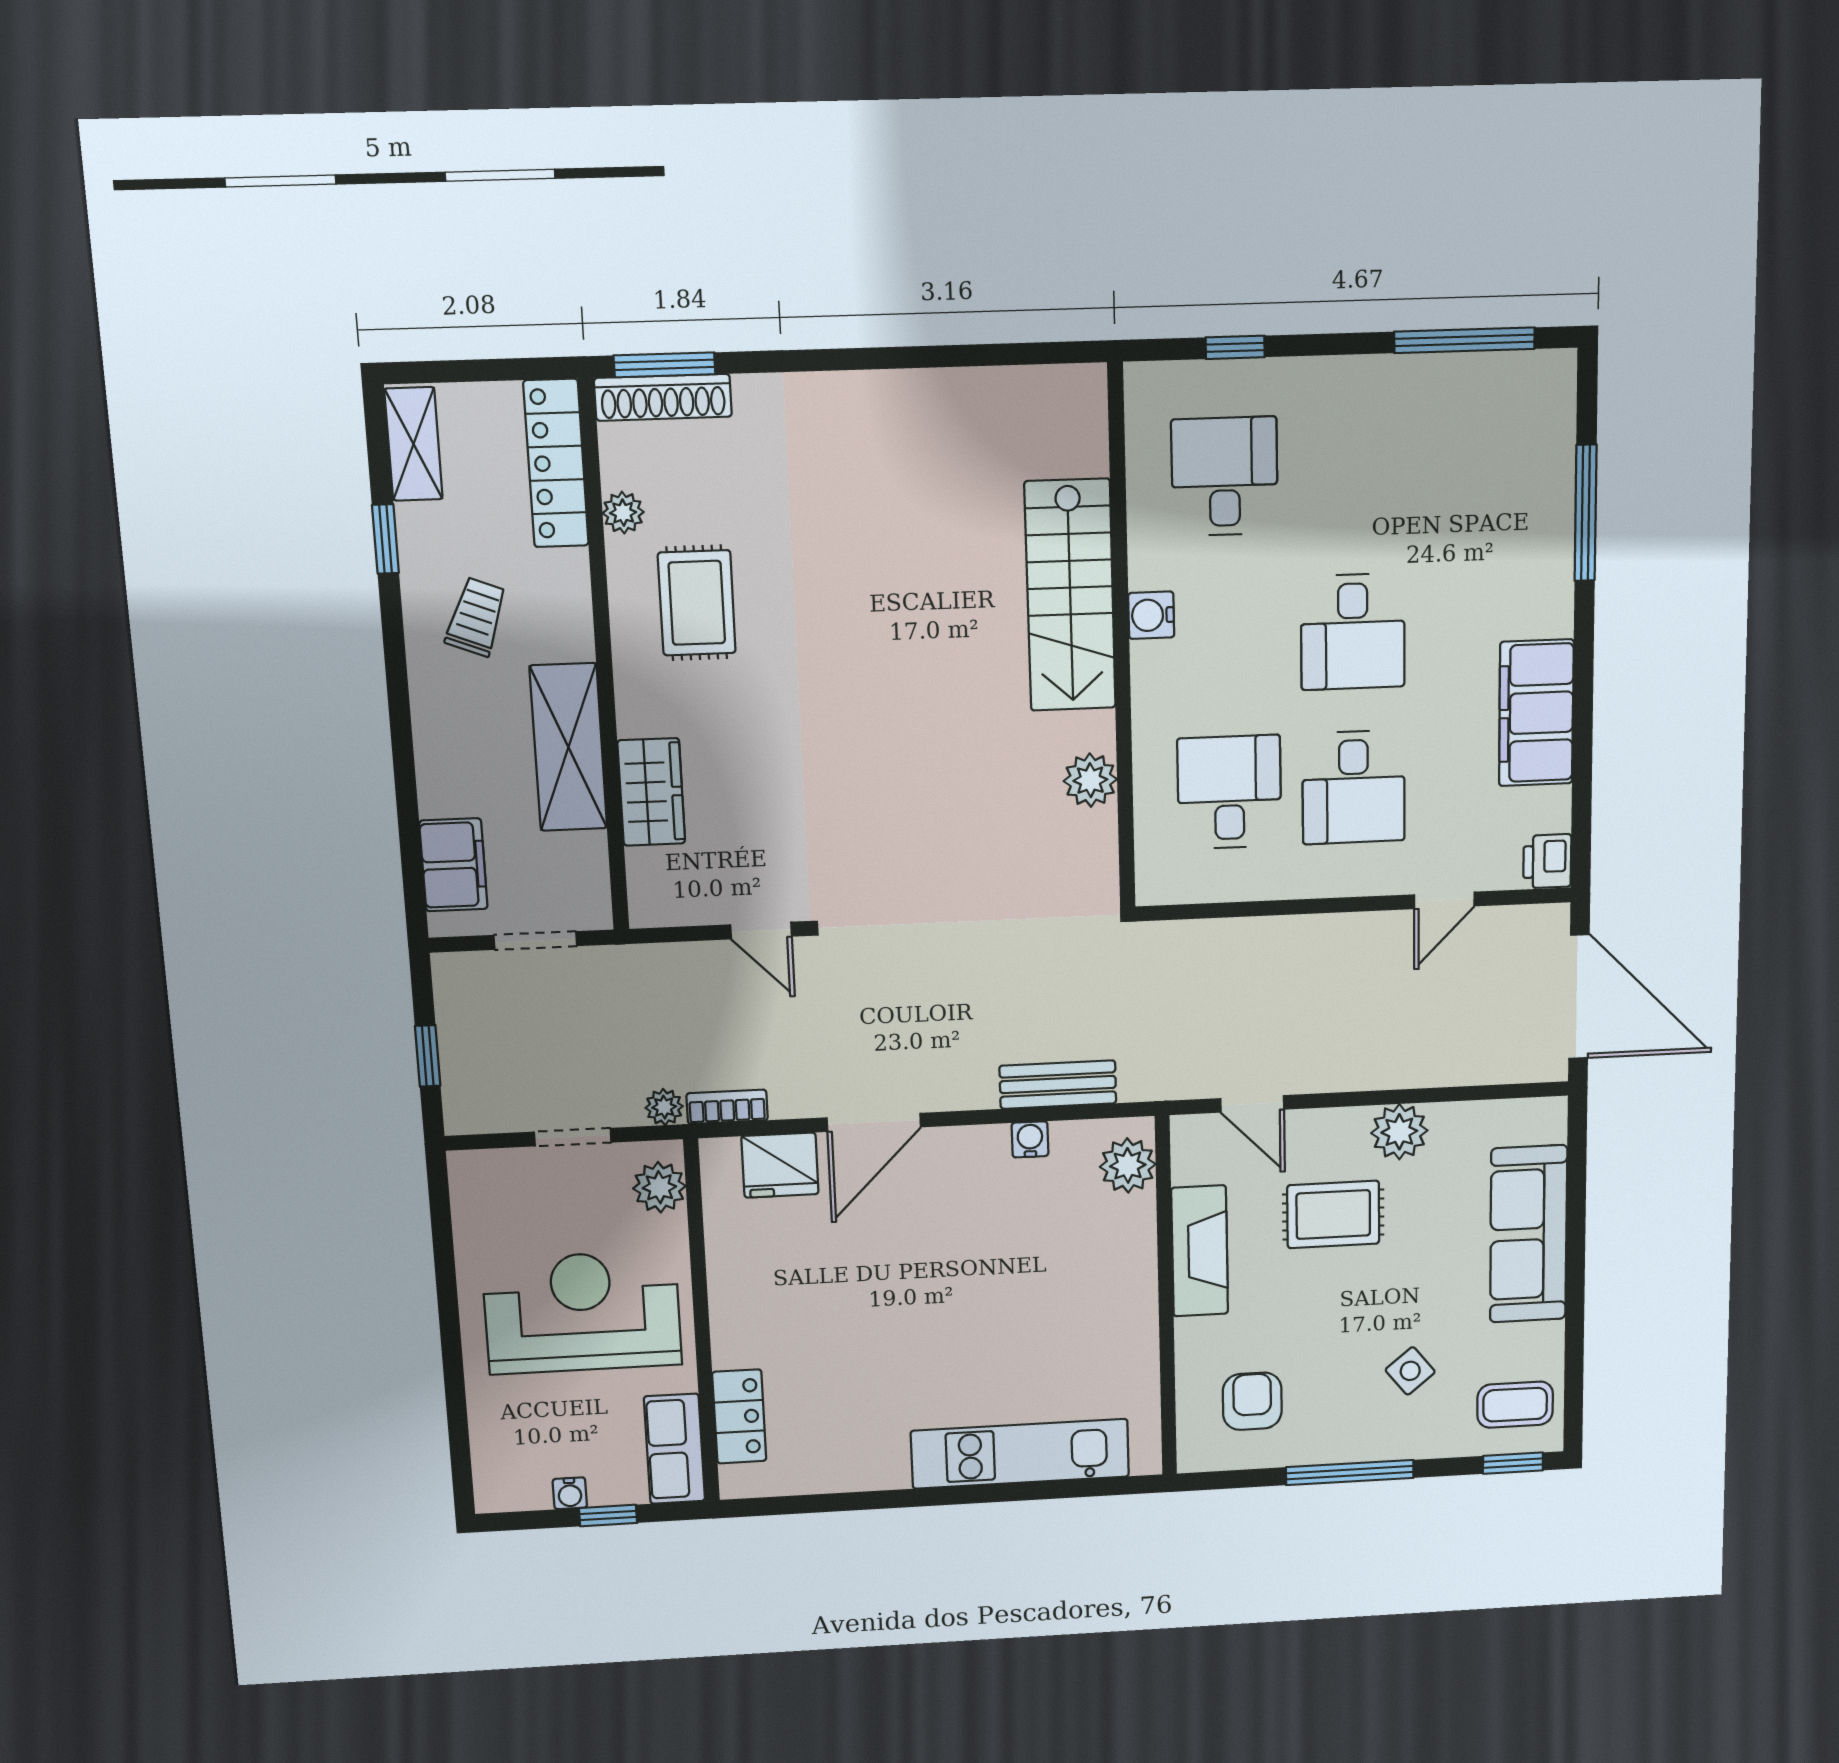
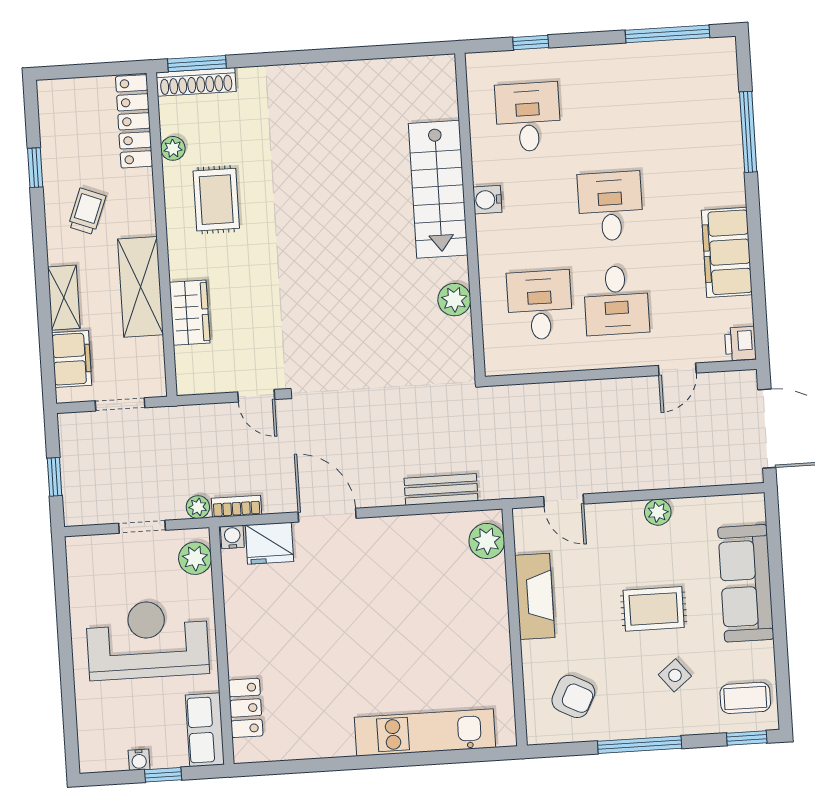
shelving: (414, 444) -> (64, 298), moved
desk: (1353, 632) -> (610, 206), turned 180
door: (874, 1122) -> (327, 515), swing flipped
plant: (1399, 1132) -> (658, 512), width x0.73, depth x0.73
water cooler: (1030, 1139) -> (232, 537), moved
rug: (1333, 1214) -> (654, 609), moved
armchair: (1252, 1401) -> (573, 696), turned 117

